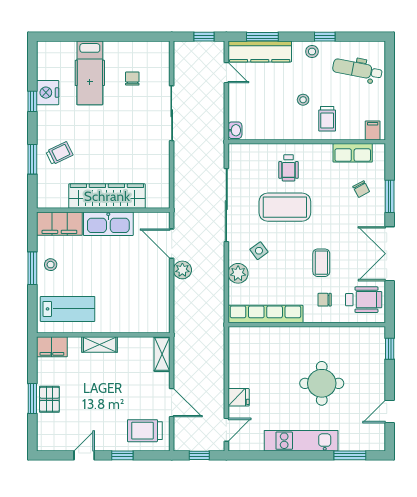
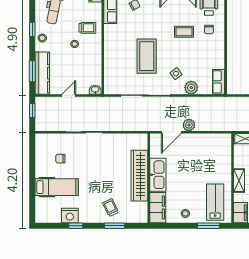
door: (226, 73) -> (69, 95), moved
wheelchair: (289, 168) -> (120, 54), removed
window: (32, 268) -> (209, 226), moved
row of seats: (265, 314) -> (219, 82), width x0.50

